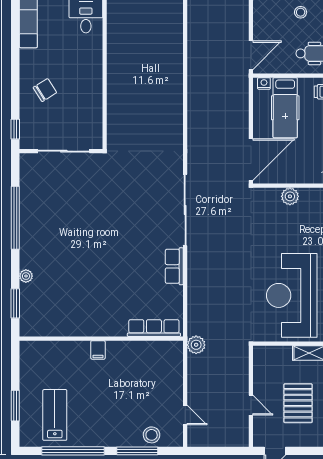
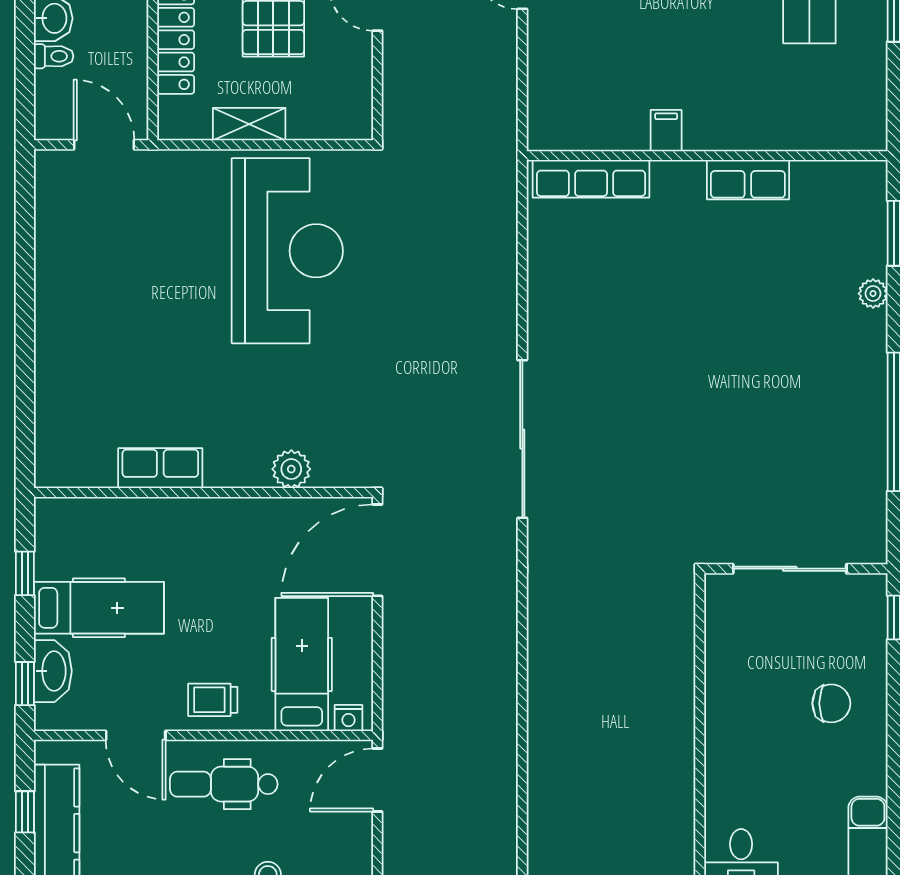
chair: (45, 90) -> (831, 703), turned -148
row of seats: (174, 266) -> (748, 180), moved, turned 90
plant: (196, 345) -> (498, 142), removed
filing cabinet: (98, 350) -> (666, 131), moved

